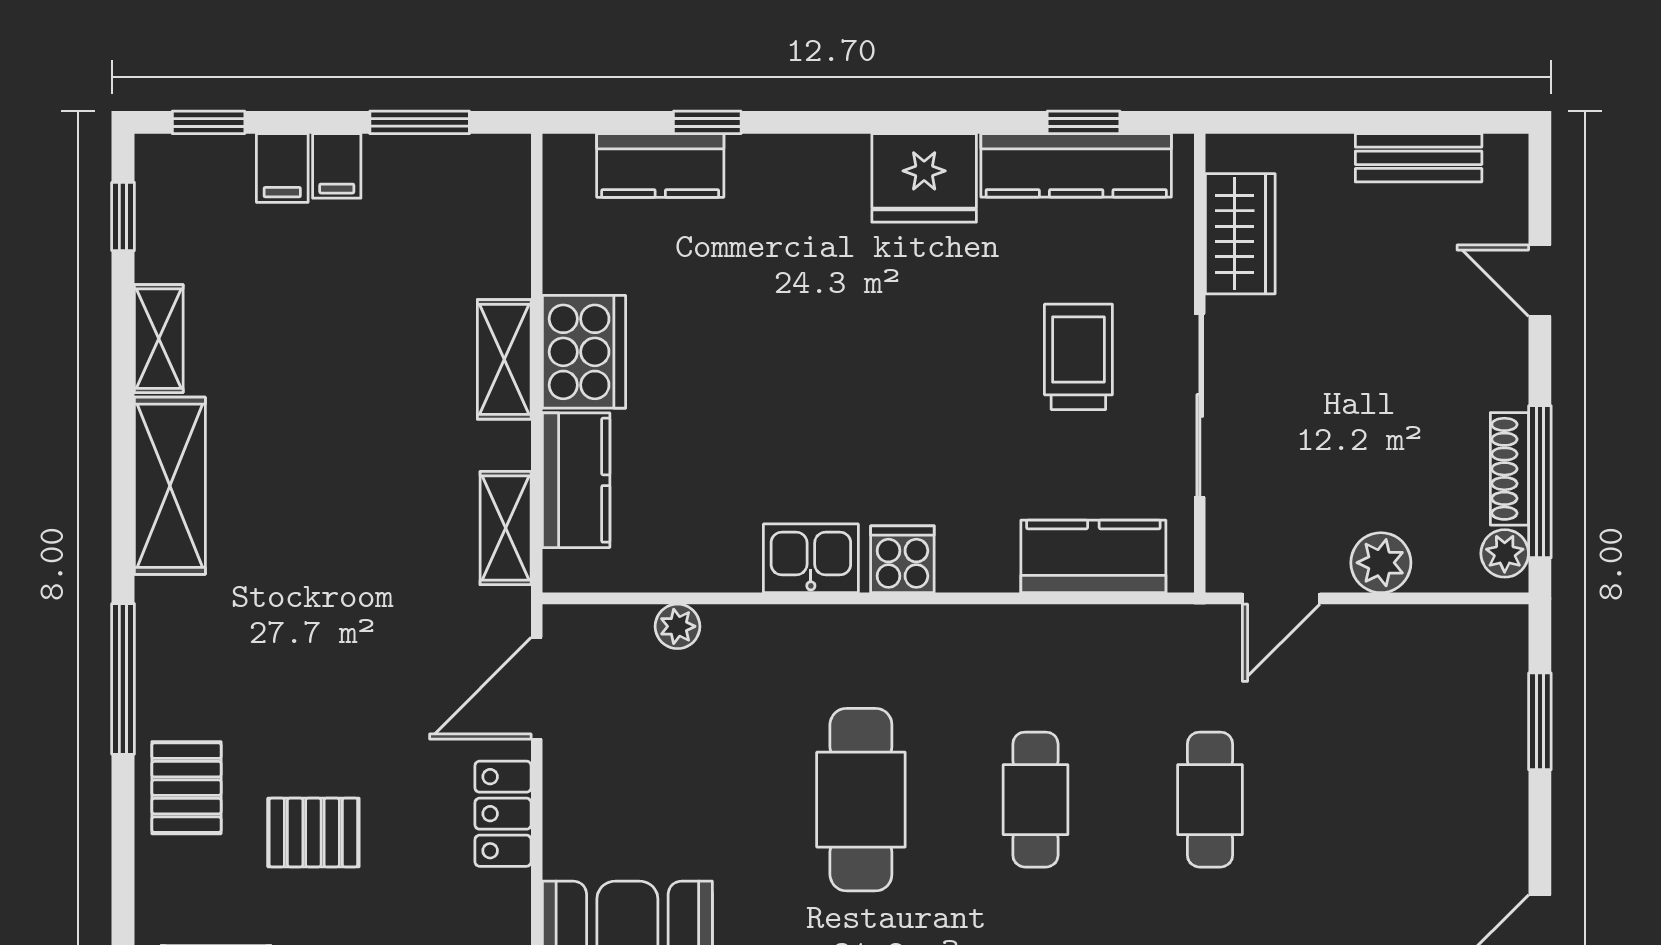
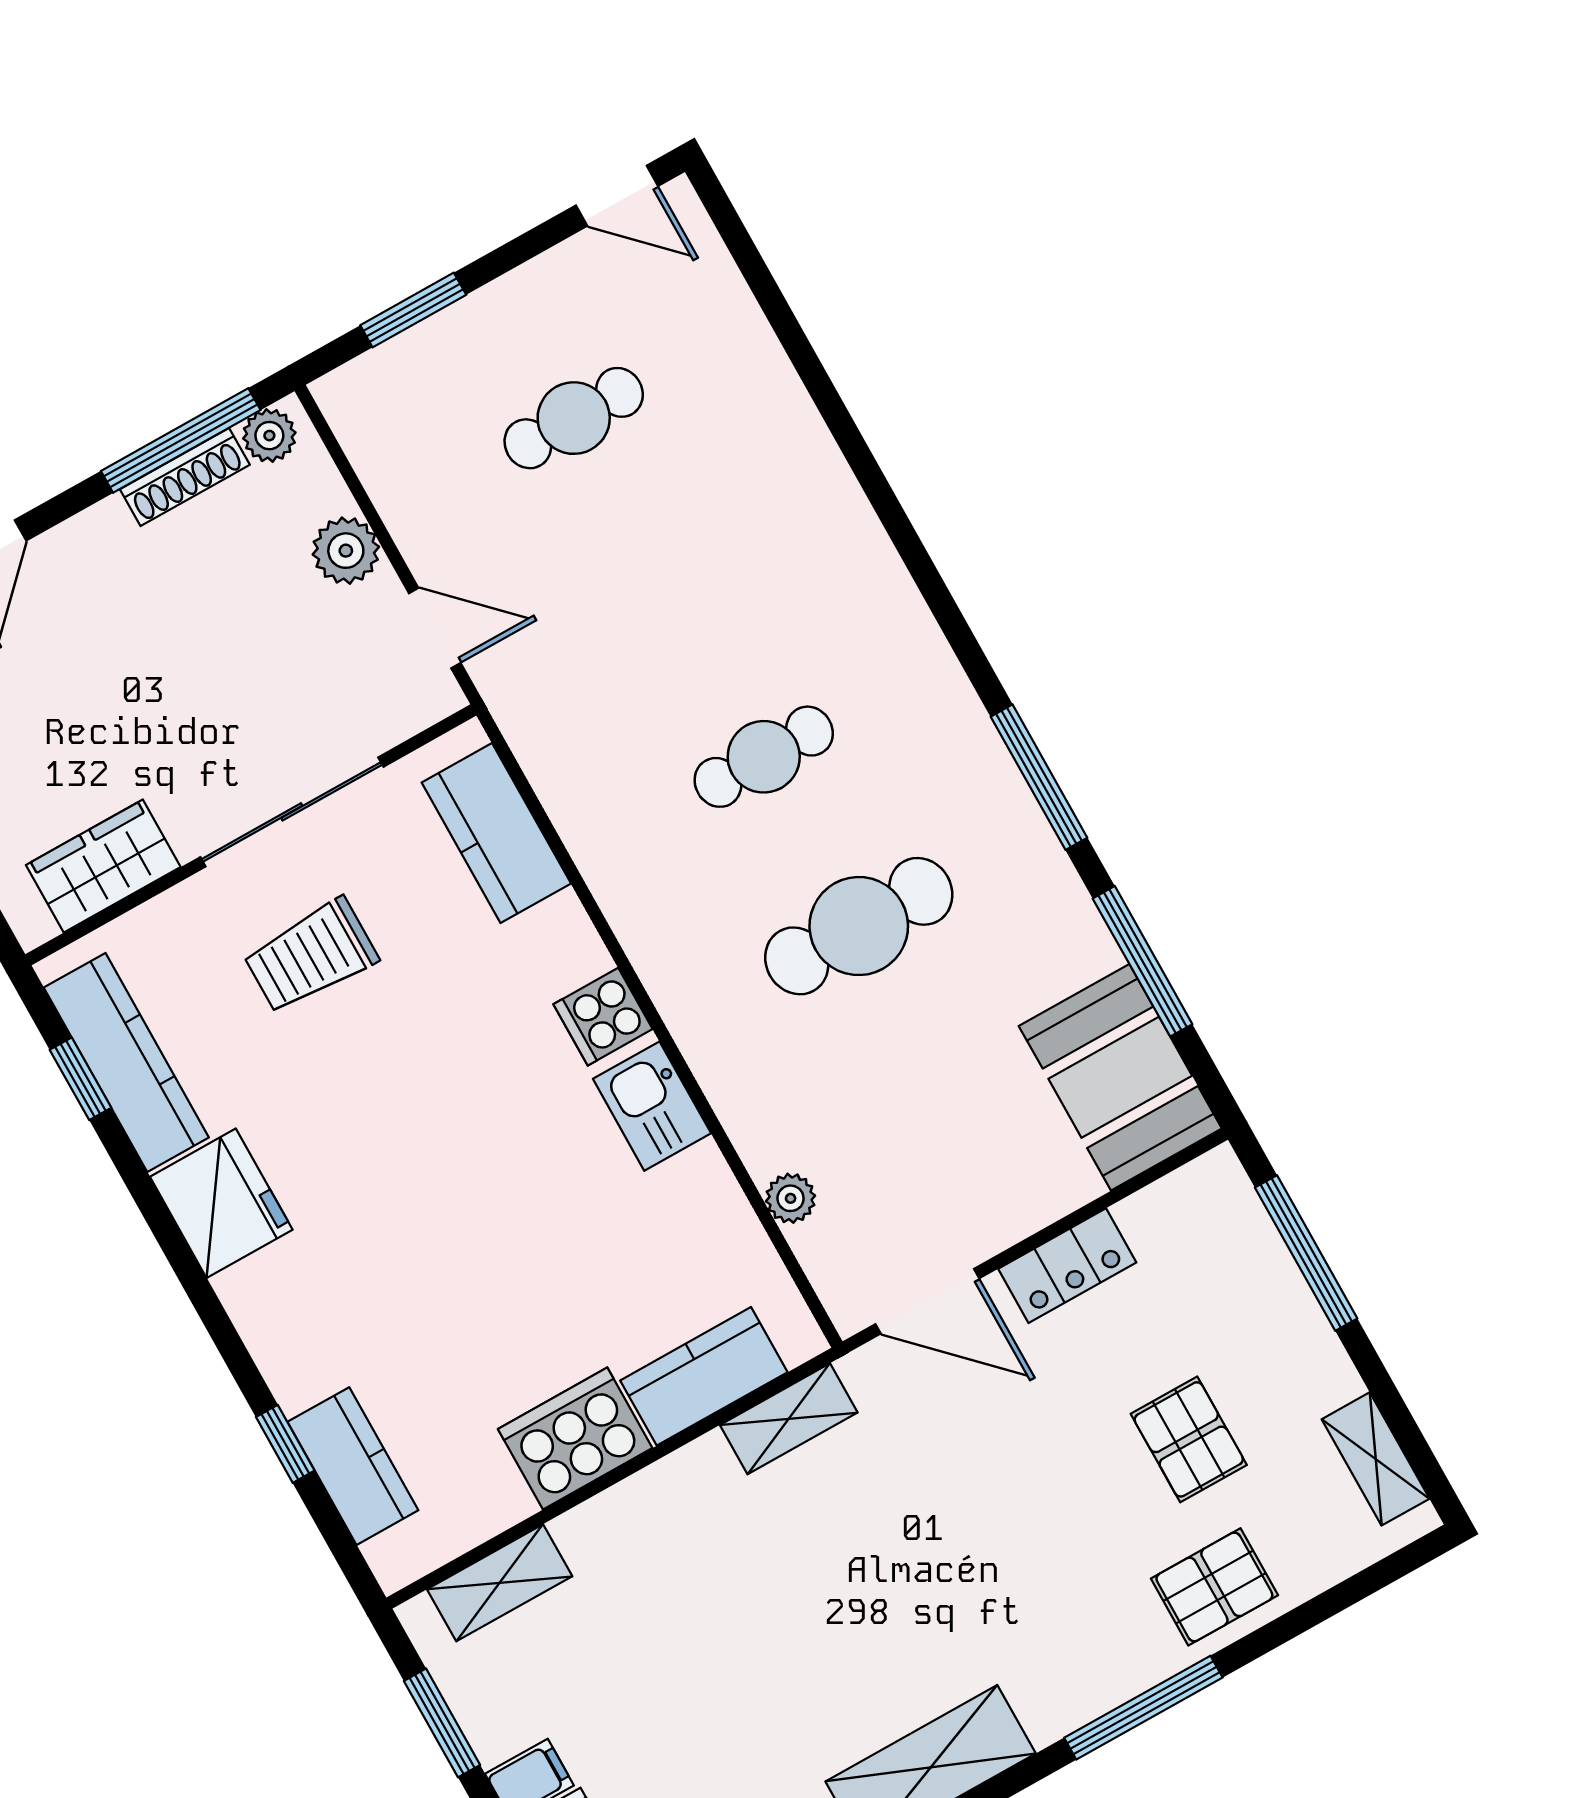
shelving: (504, 359) -> (500, 1583), moved
cafe table: (1210, 800) -> (574, 418), moved

